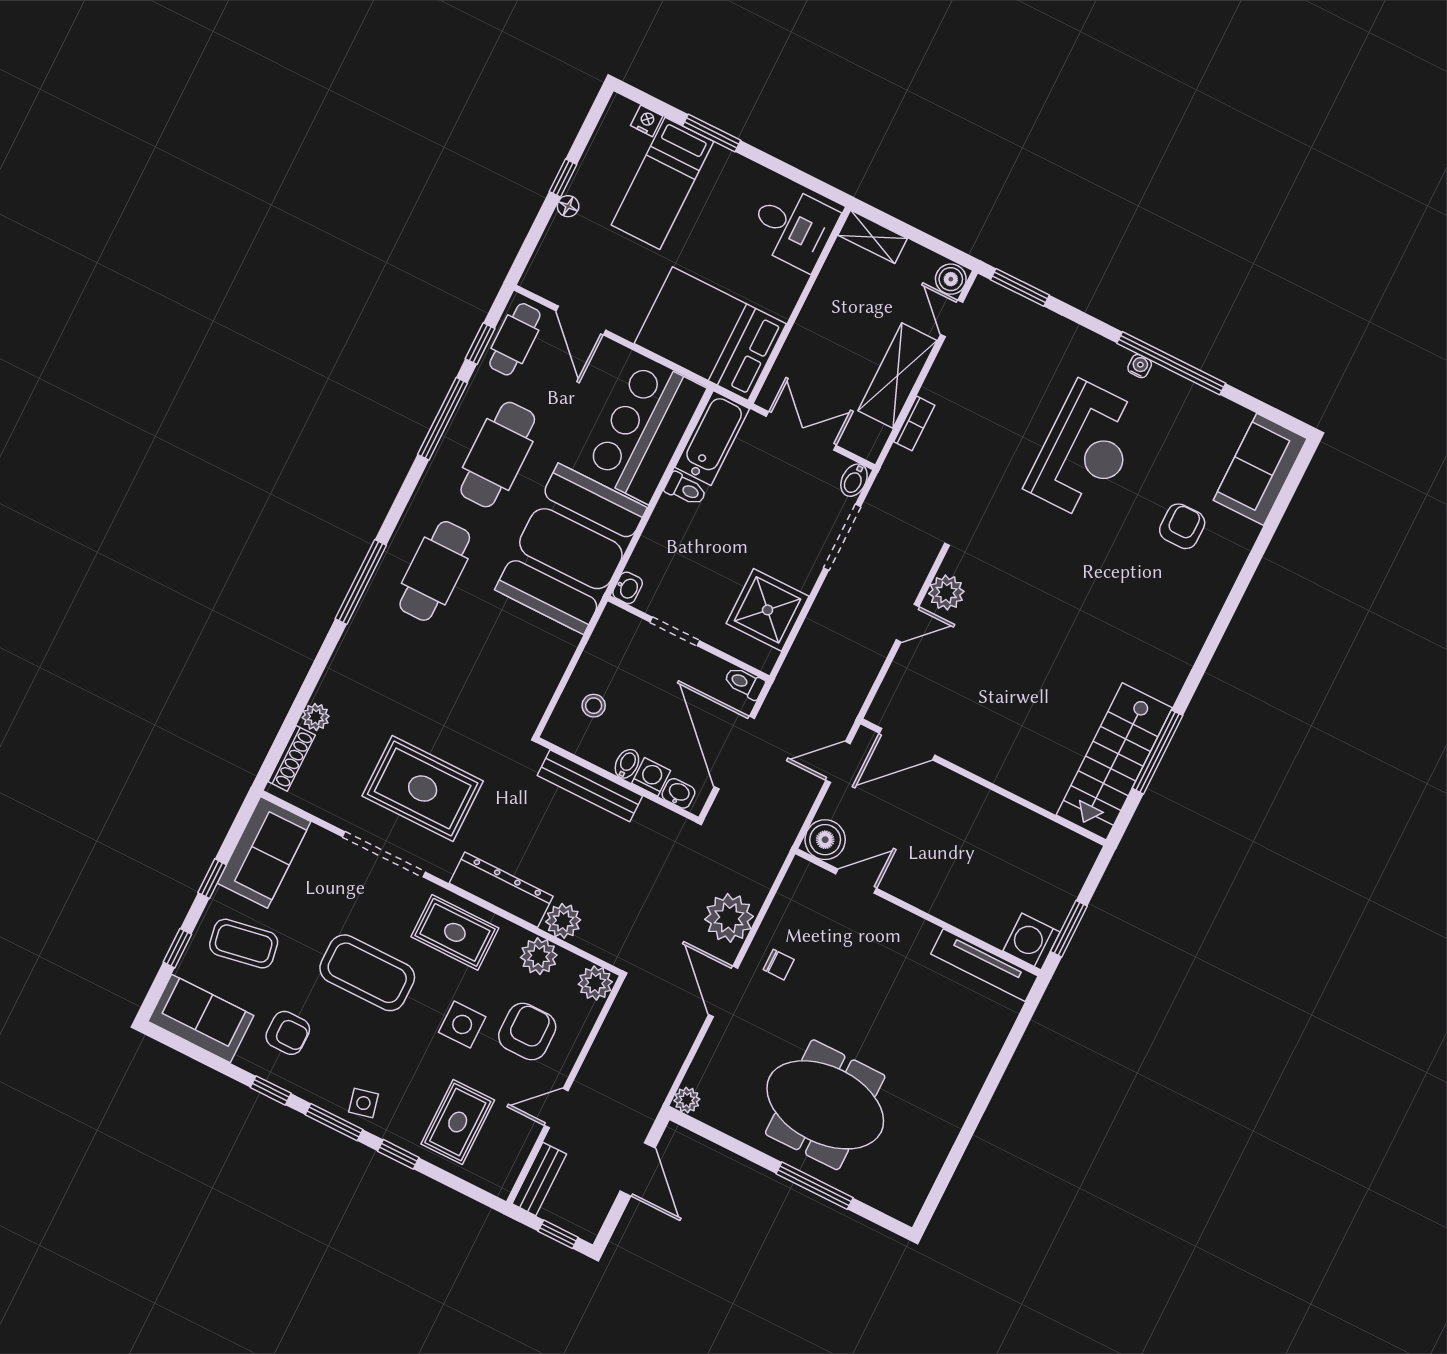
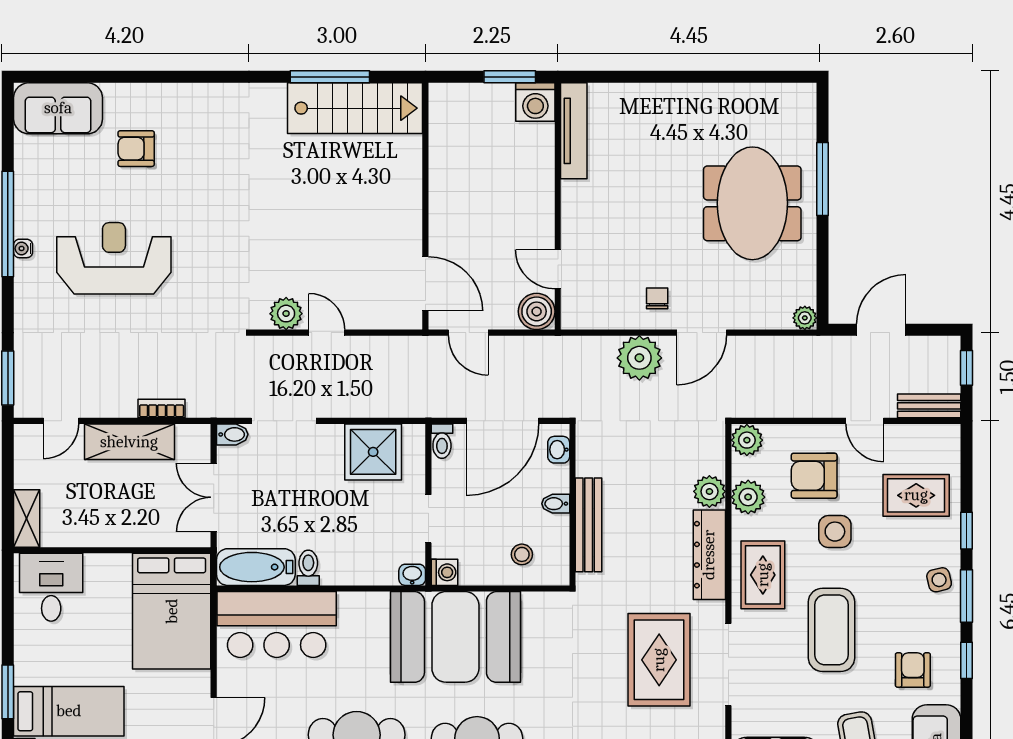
boiler: (951, 279) -> (29, 438), removed
booth: (571, 549) -> (455, 637), moved
washing machine: (651, 777) -> (445, 572), moved, turned 180

